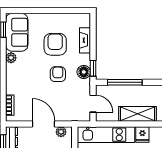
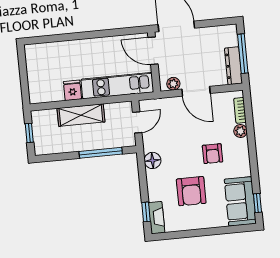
fireplace: (85, 40) -> (157, 218), moved
plant: (11, 58) -> (240, 131), moved
window: (93, 68) -> (146, 212), moved
armchair: (58, 74) -> (213, 154), moved
door: (93, 104) -> (137, 122), swing flipped

